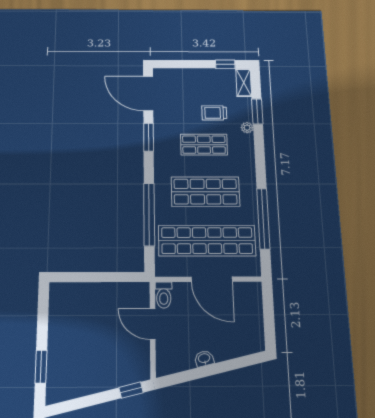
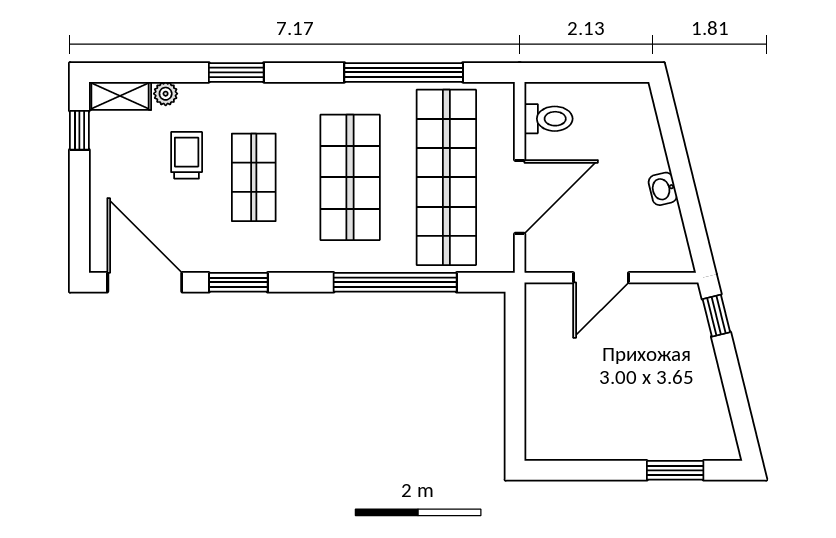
door: (148, 94) -> (145, 282), swing flipped
window: (257, 111) -> (236, 72), moved
trolley: (214, 113) -> (187, 155), turned 180
plant: (247, 128) -> (166, 94), moved
door: (212, 279) -> (520, 197), moved
toilet: (164, 295) -> (548, 119), moved

